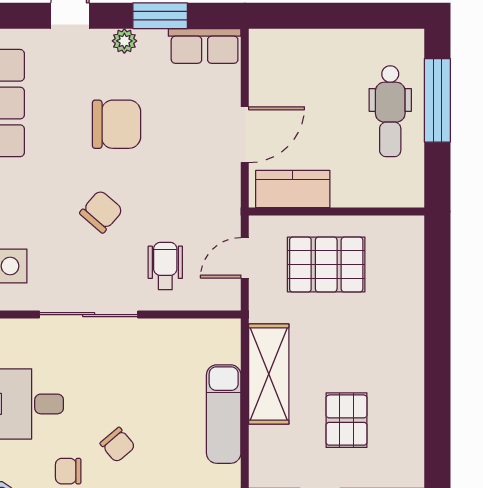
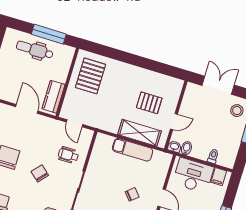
window: (437, 100) -> (49, 34), moved
dental chair: (390, 111) -> (35, 50), turned 180
pallet: (326, 265) -> (91, 76), moved
shelving: (269, 374) -> (139, 133), moved

